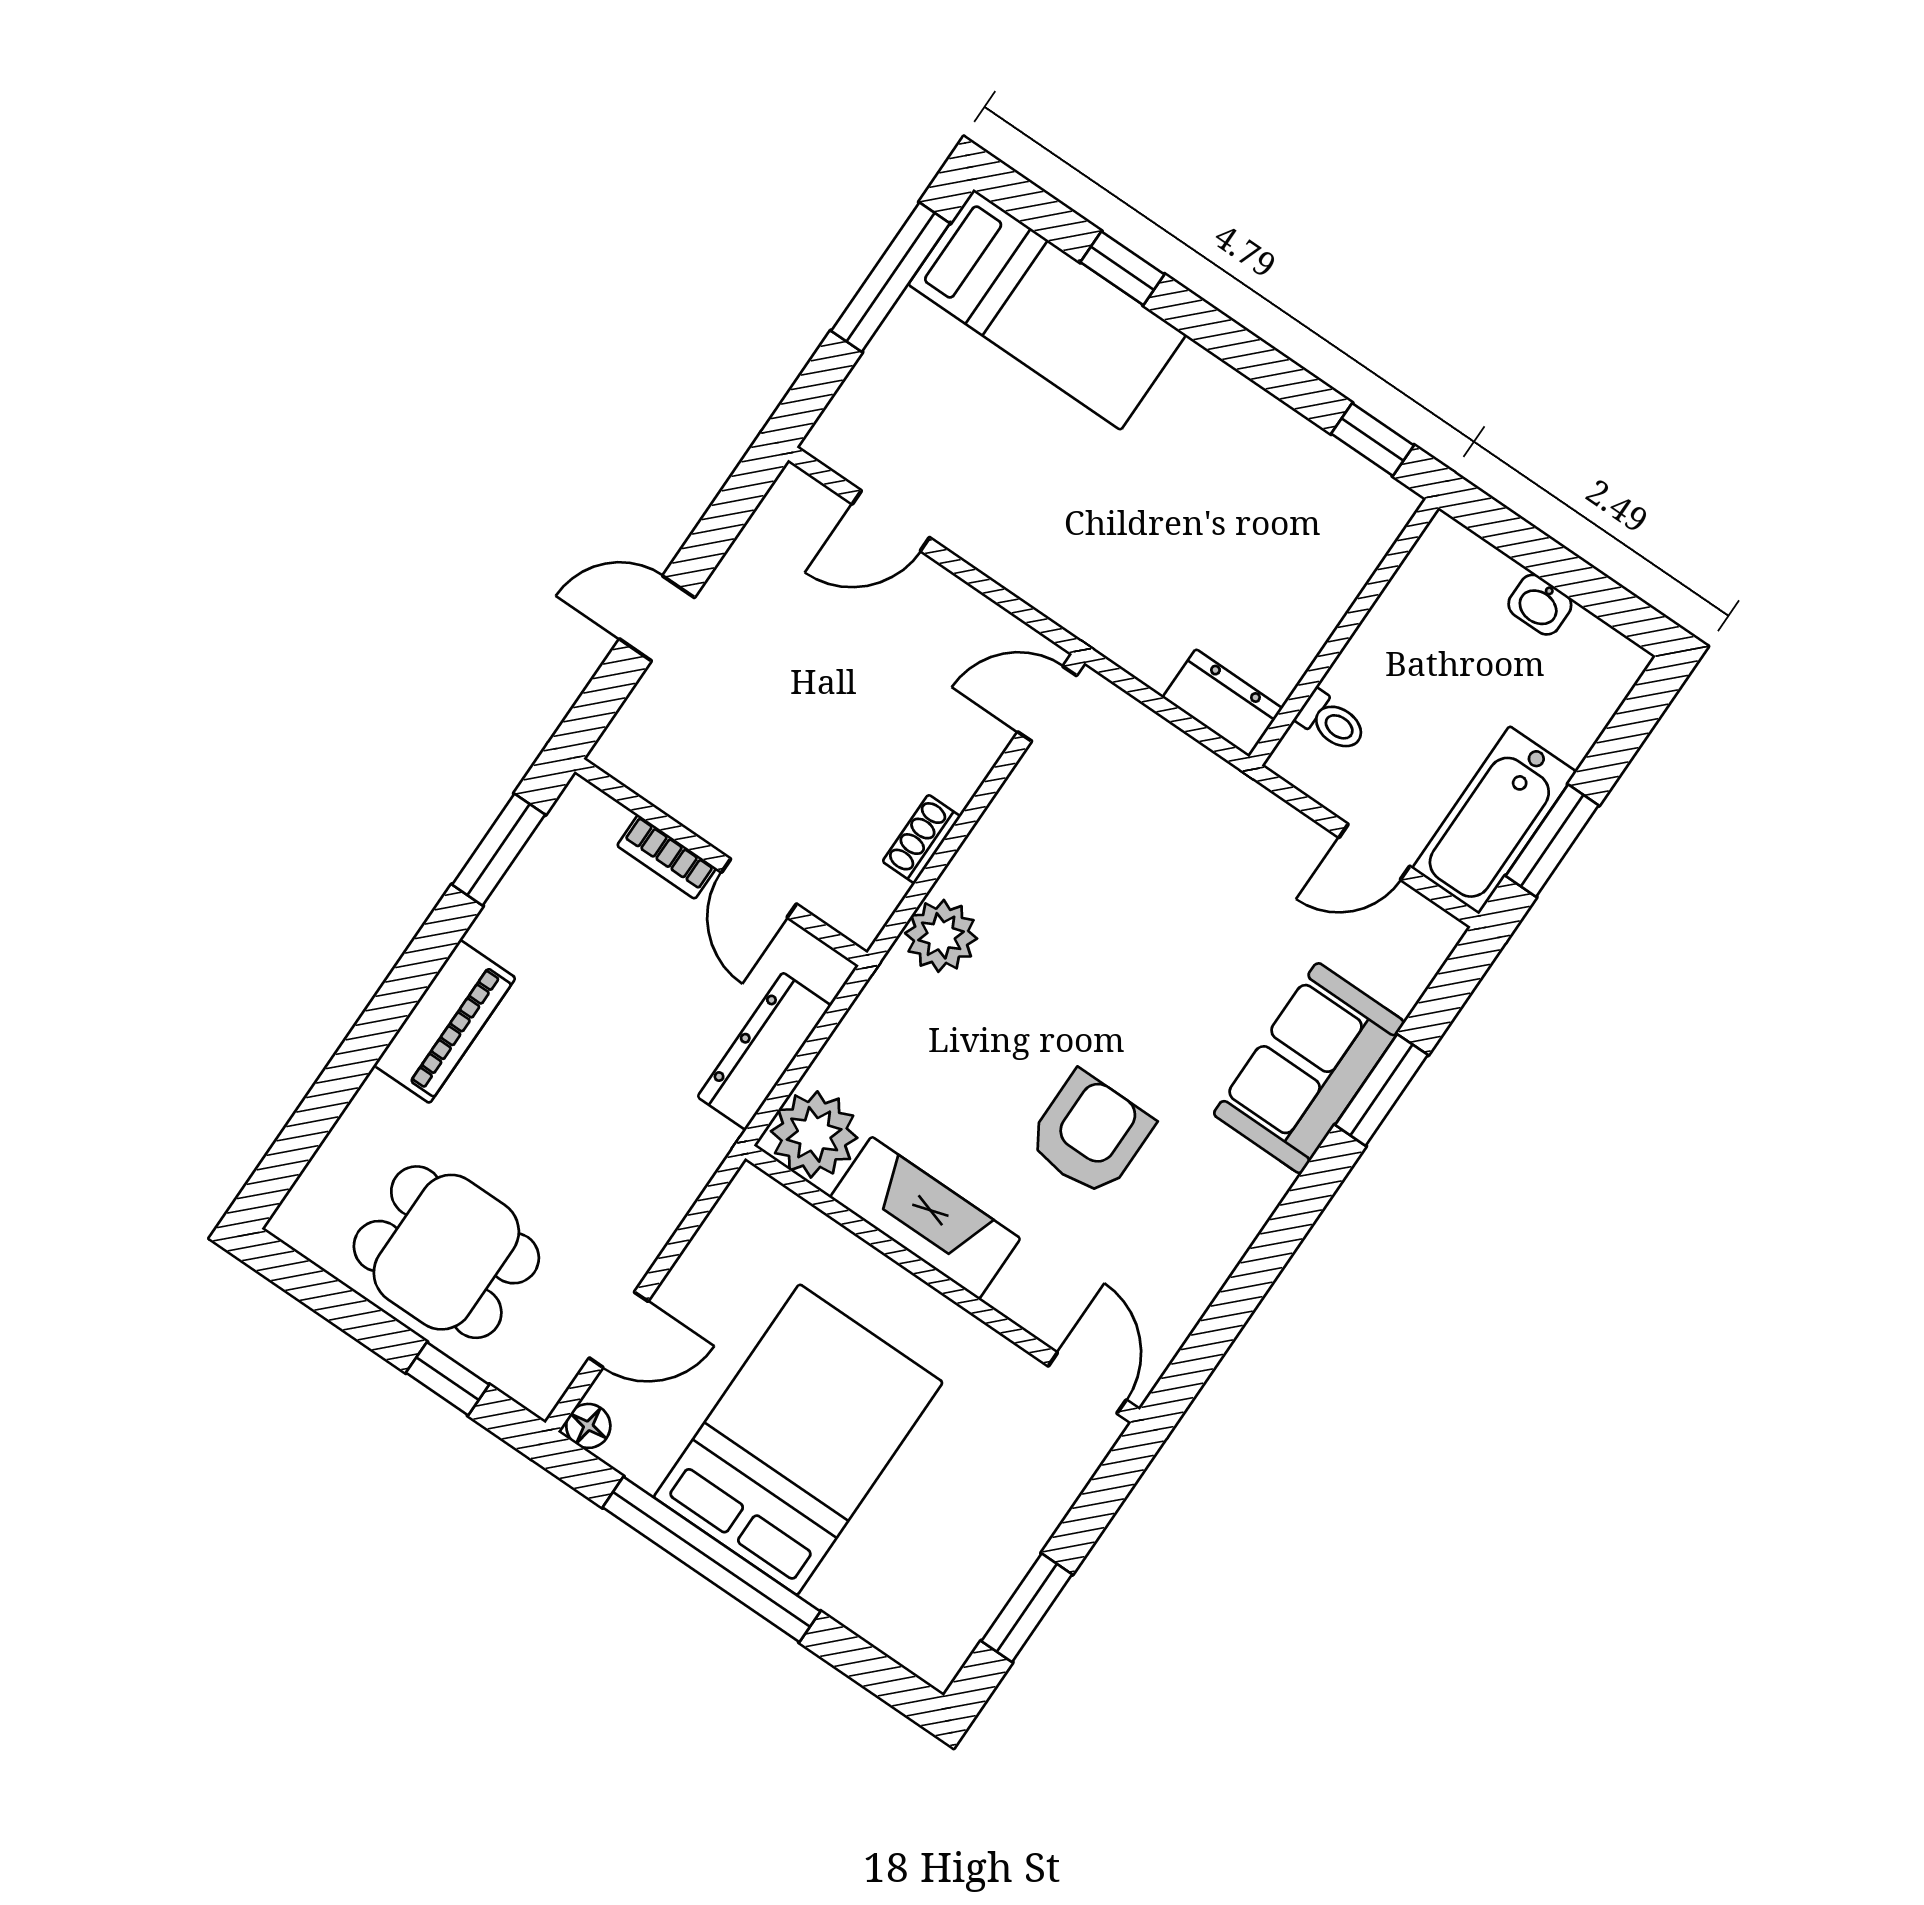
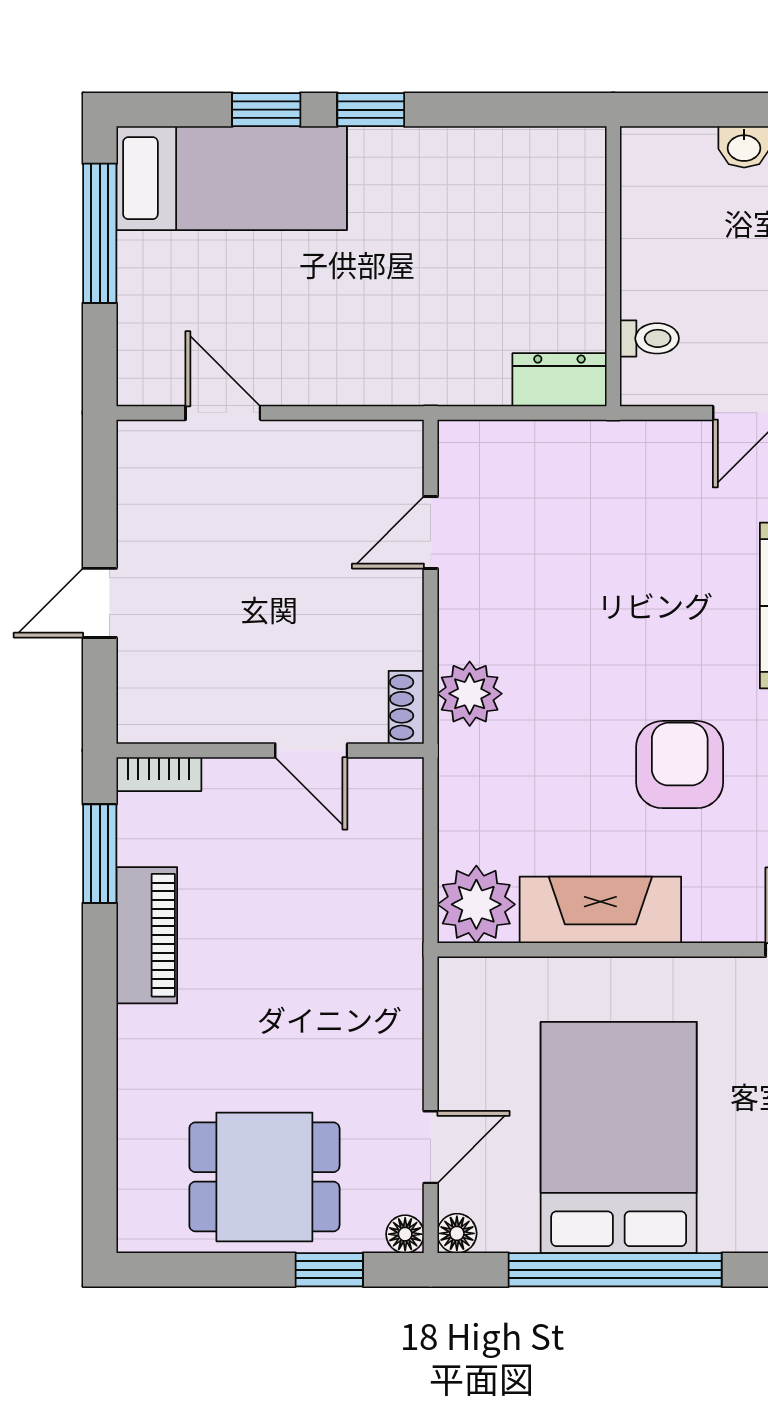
window: (1373, 439) -> (371, 110), moved
door: (891, 521) -> (223, 413), swing flipped
door: (1047, 704) -> (431, 532), moved
shoe rack: (921, 839) -> (406, 707), moved
bookcase: (666, 857) -> (159, 774), moved
piano: (445, 1021) -> (147, 935), moved
dresser: (764, 1051) -> (398, 868), removed
floor lamp: (540, 1394) -> (405, 1234), added

